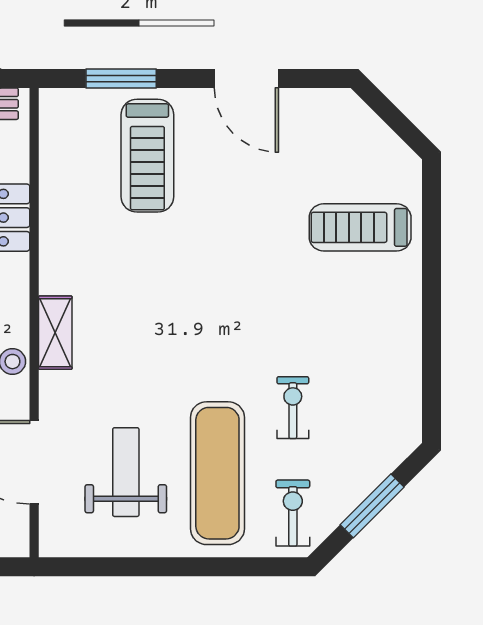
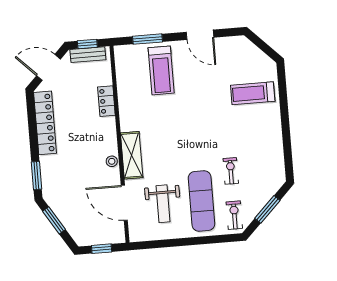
shelving: (55, 333) -> (132, 155), width x1.50, depth x1.33
weight bench: (126, 472) -> (163, 204), turned 180

